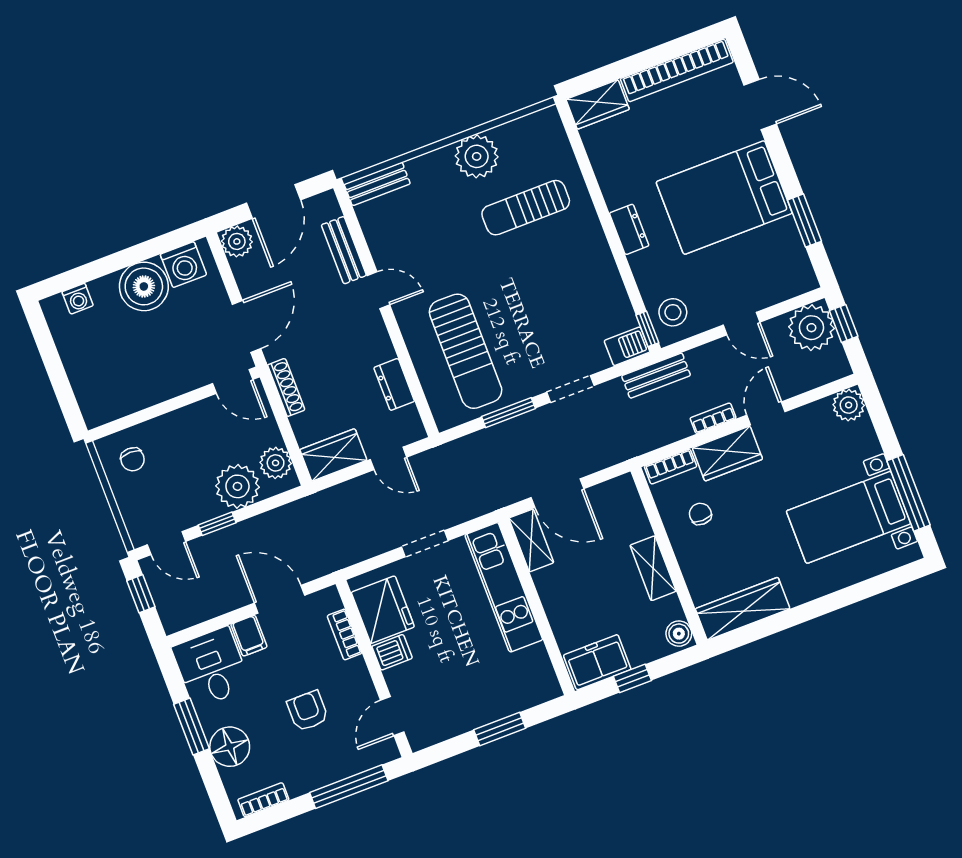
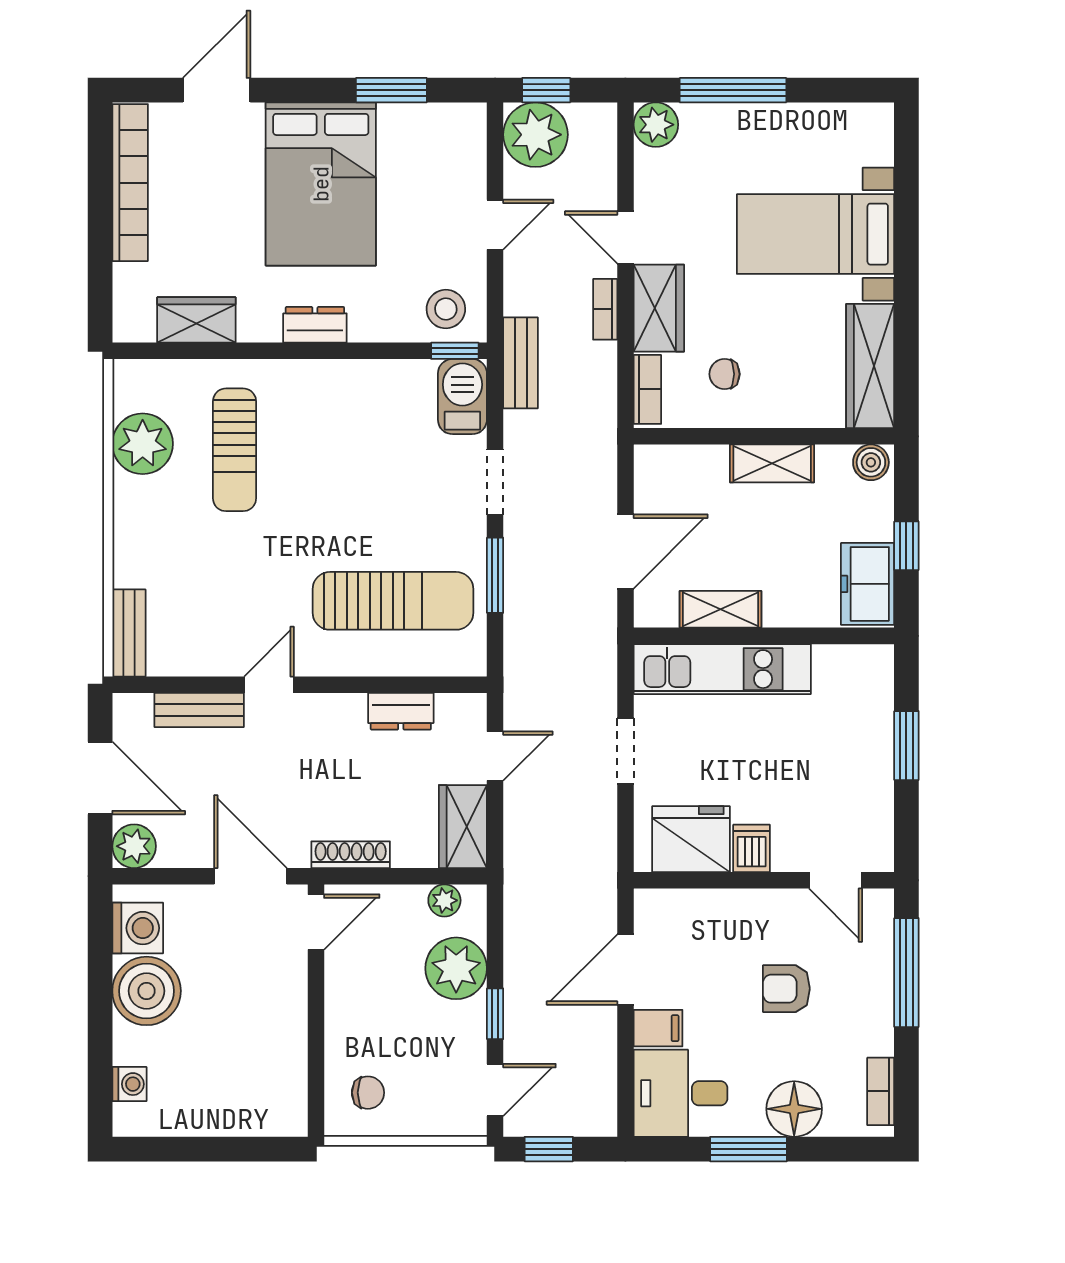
wardrobe: (598, 104) -> (196, 320), moved, turned -90
plant: (477, 156) -> (143, 444), moved
barbecue: (627, 346) -> (462, 397), width x1.38, depth x1.27
plant: (276, 463) -> (444, 900), width x0.73, depth x0.73
window: (908, 493) -> (733, 90), moved
bed with nightstands: (849, 517) -> (816, 234), moved, turned 90
shelving: (531, 540) -> (720, 609), moved
bookcase: (345, 634) -> (704, 902), removed

